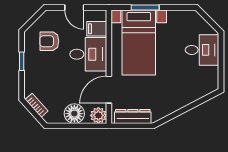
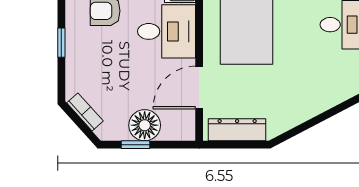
plant: (98, 115) -> (183, 128), removed
window: (69, 126) -> (135, 145), added

